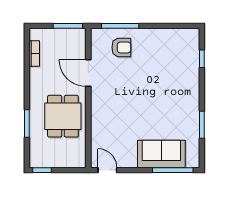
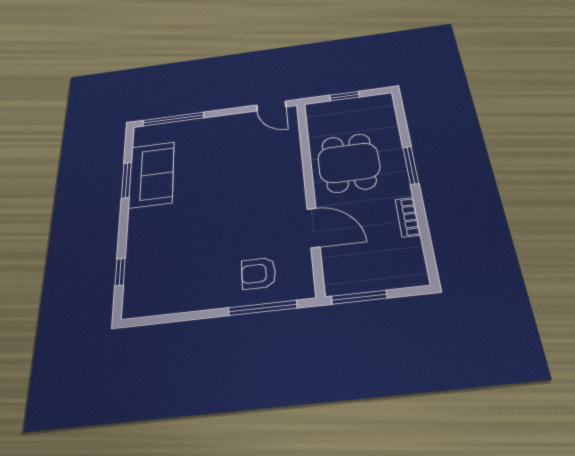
bookcase: (34, 53) -> (408, 217), moved
window: (27, 123) -> (411, 165), moved
sofa: (161, 154) -> (152, 174), moved, turned -90
window: (42, 170) -> (344, 96), moved

